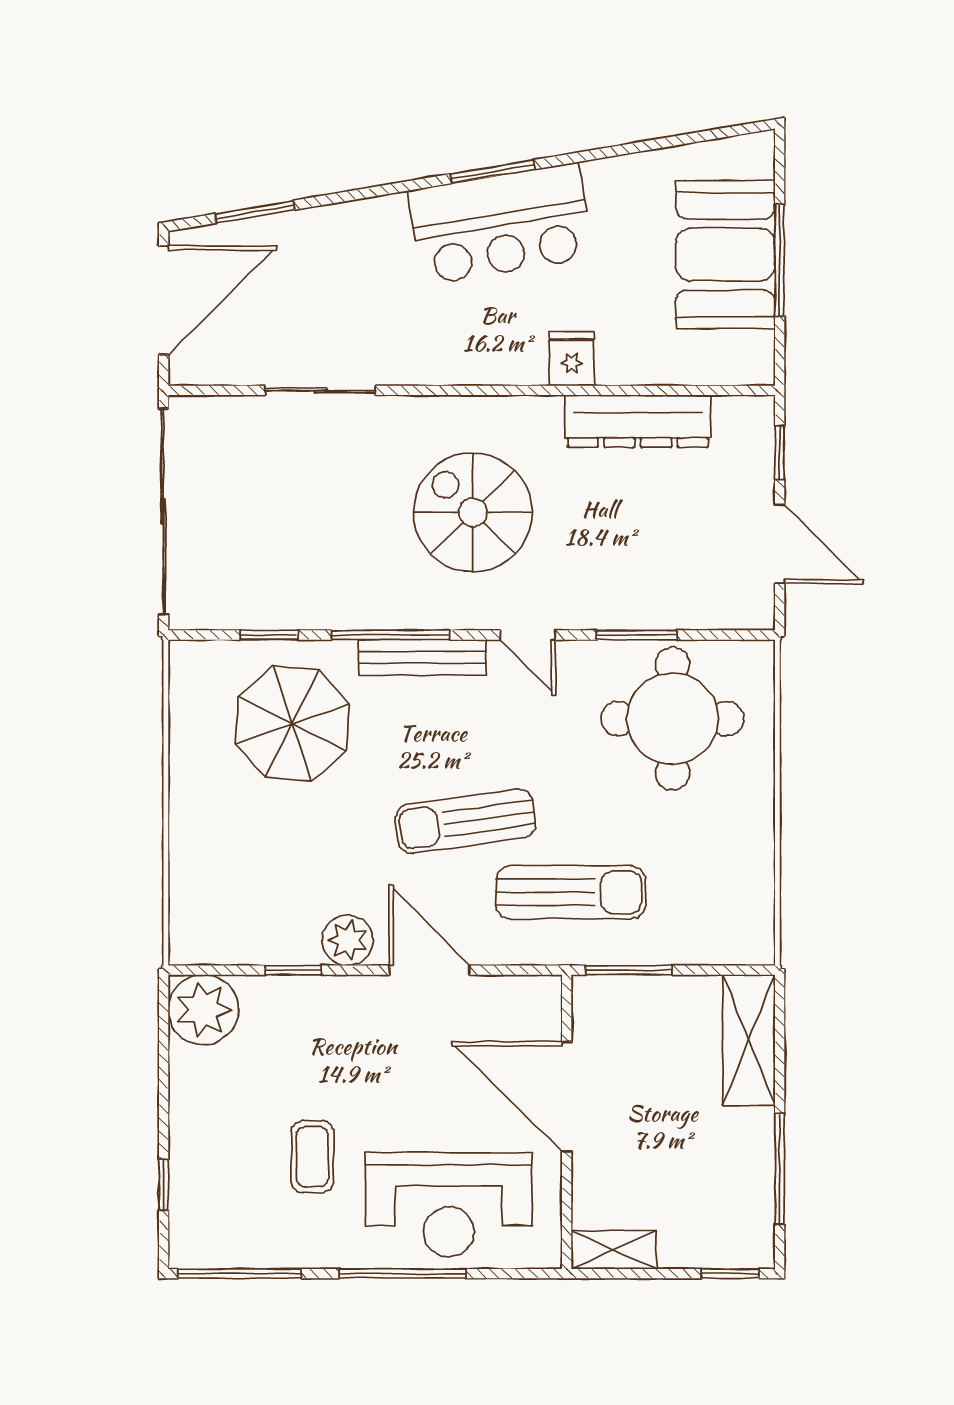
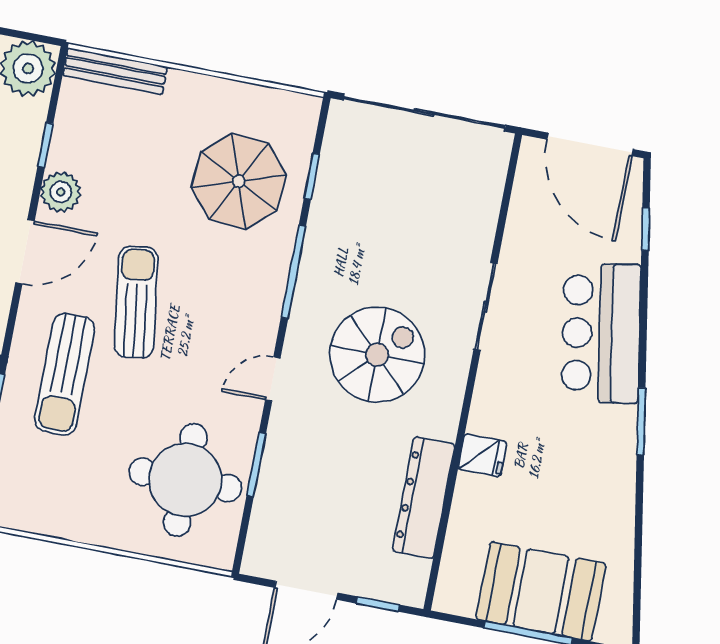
window: (255, 212) -> (646, 229), width x0.67
bar counter: (501, 224) -> (601, 333), moved
sliding door: (320, 390) -> (485, 306), moved
bench: (422, 657) -> (115, 71), moved, turned 90

